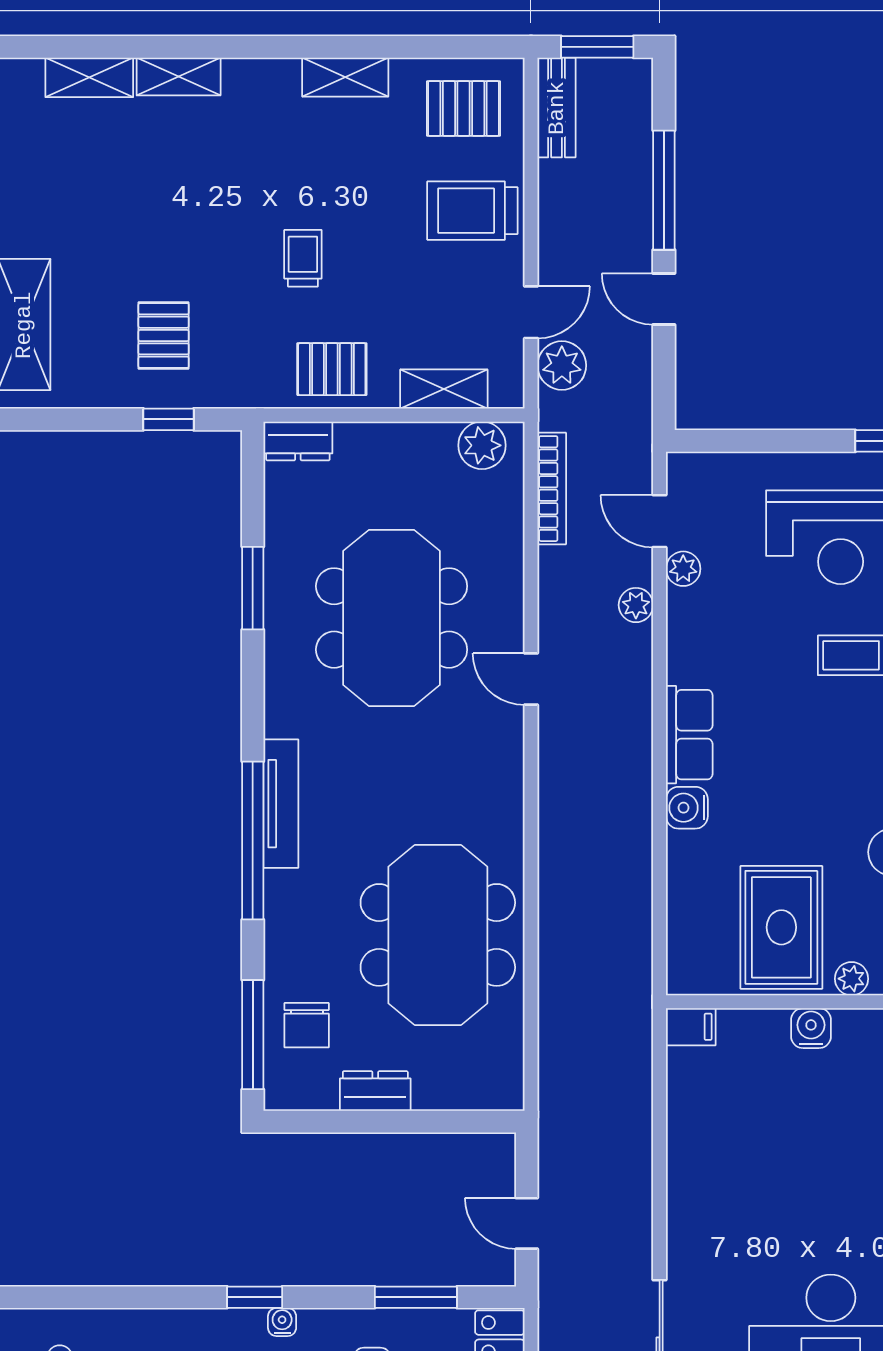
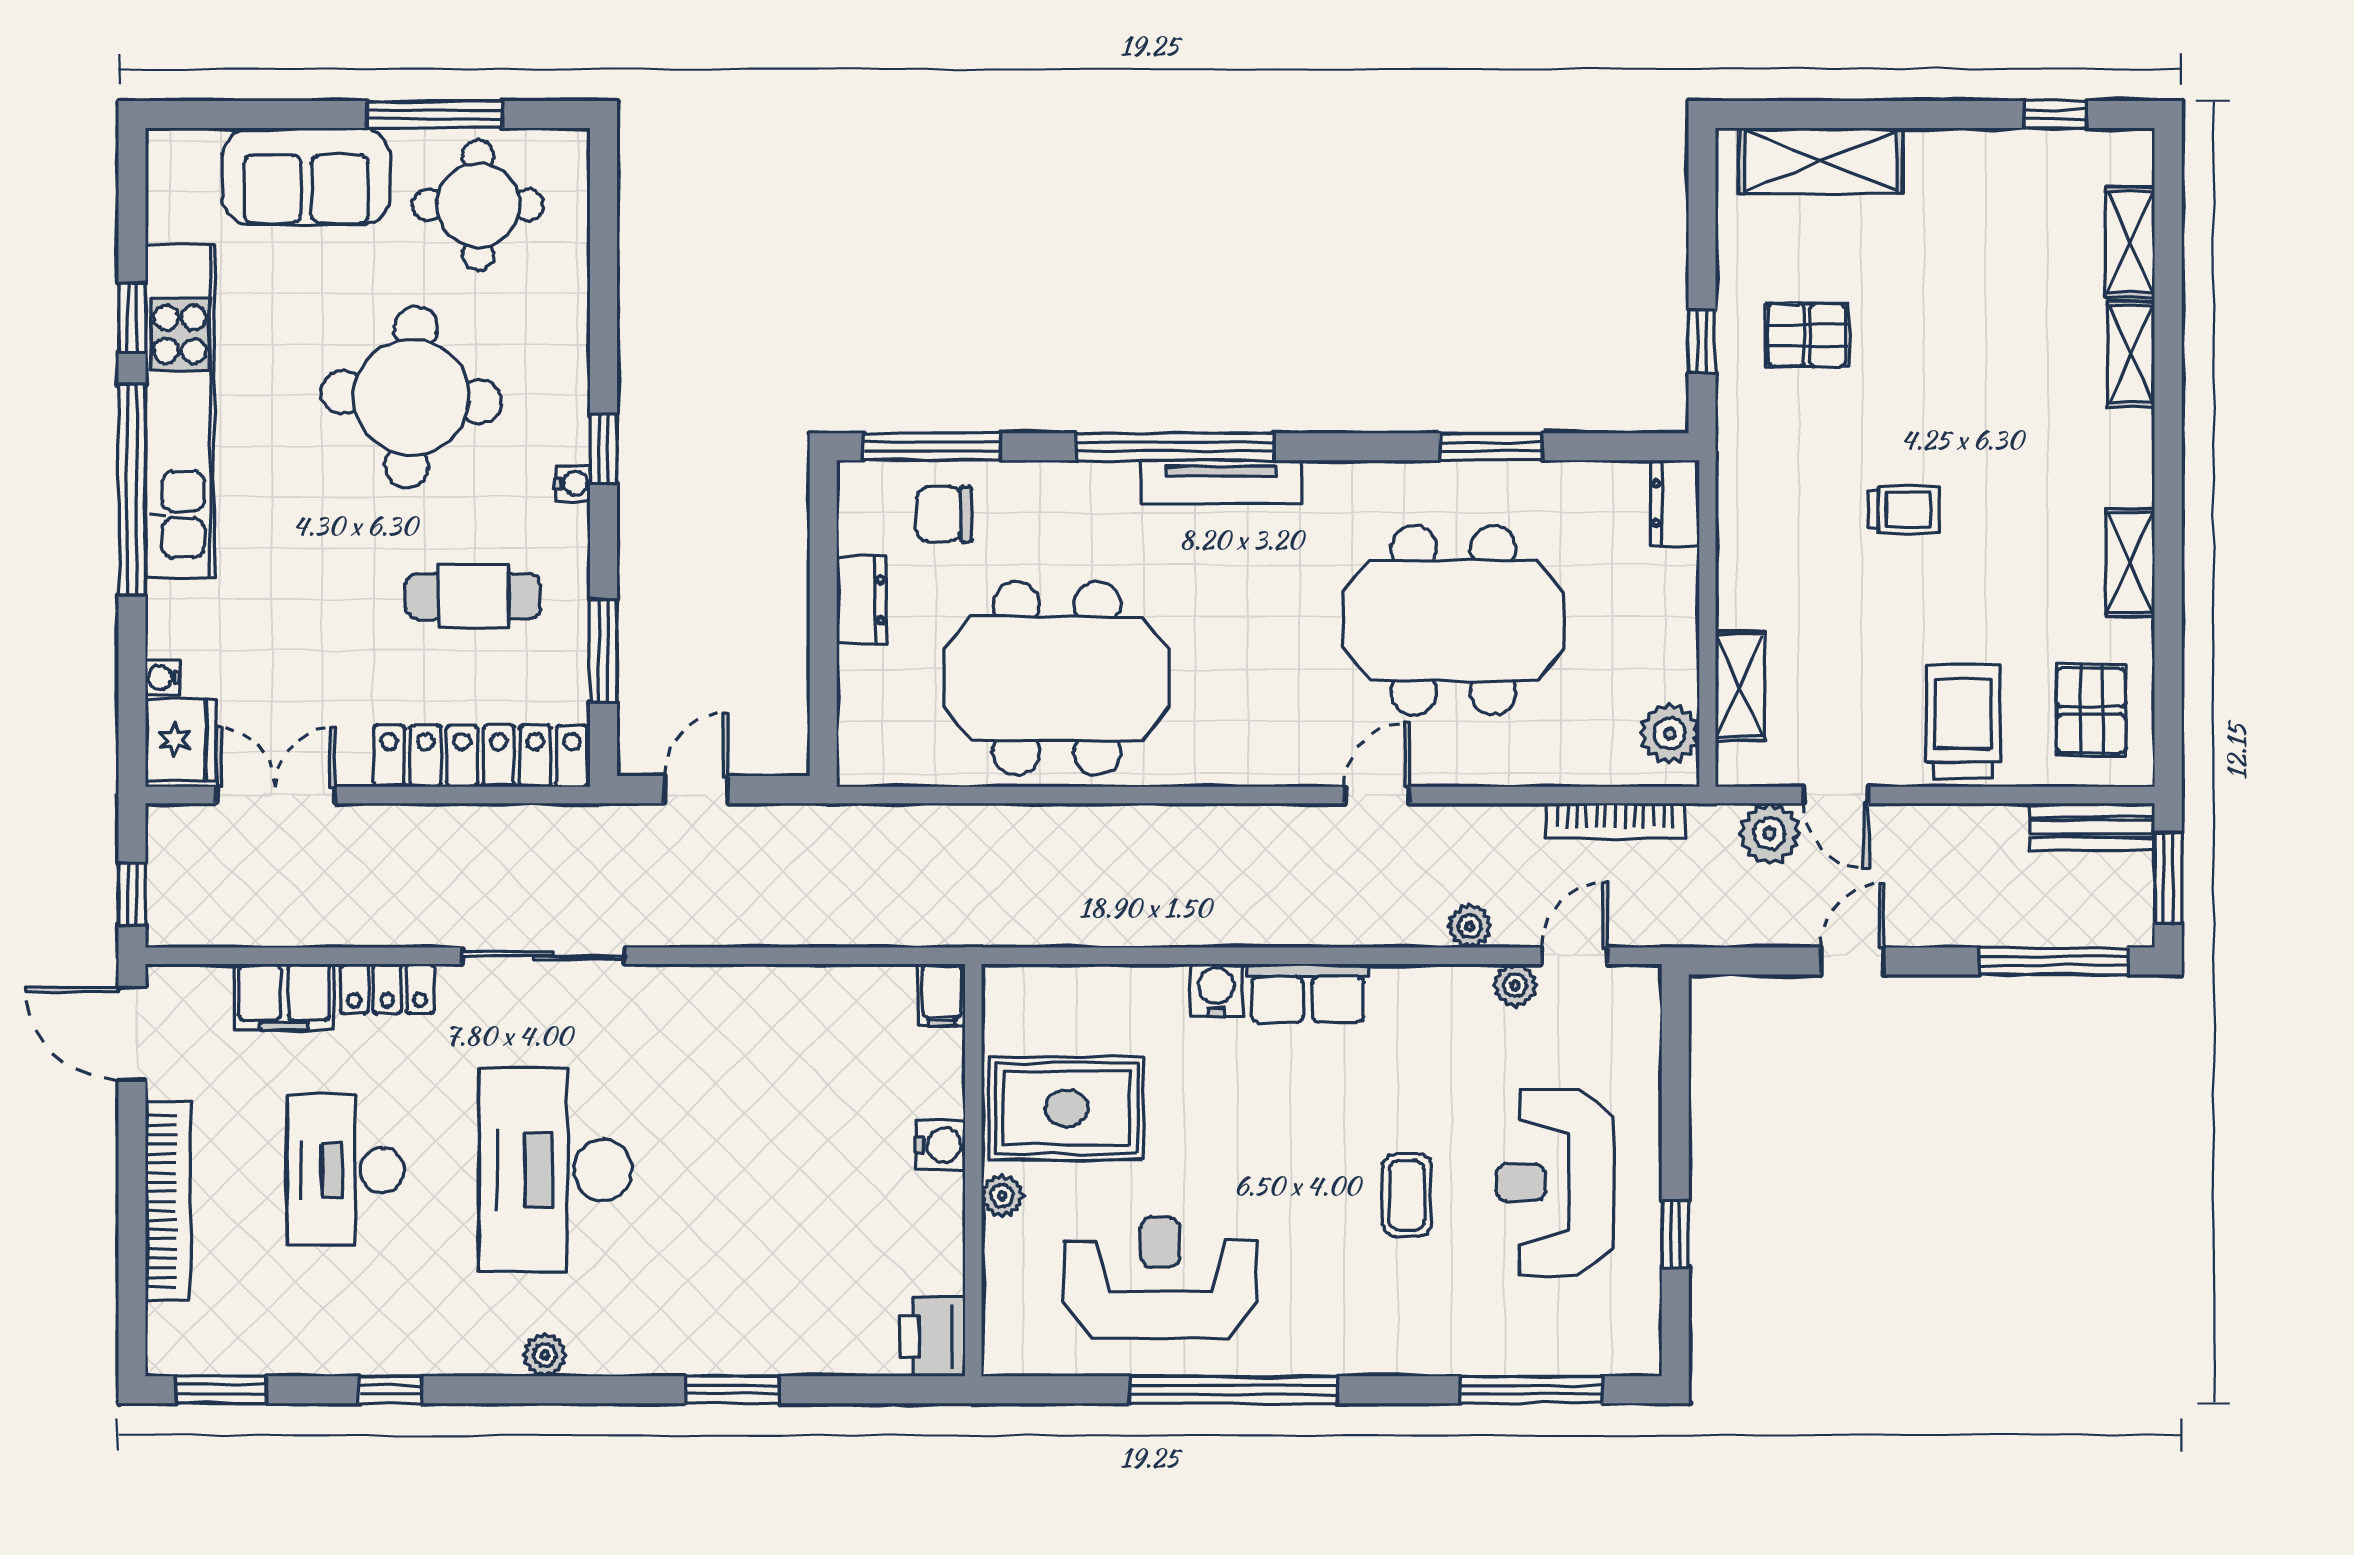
window: (664, 190) -> (2054, 961), moved
pallet: (332, 369) -> (1765, 546), removed

